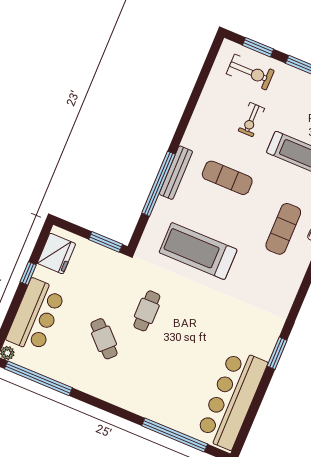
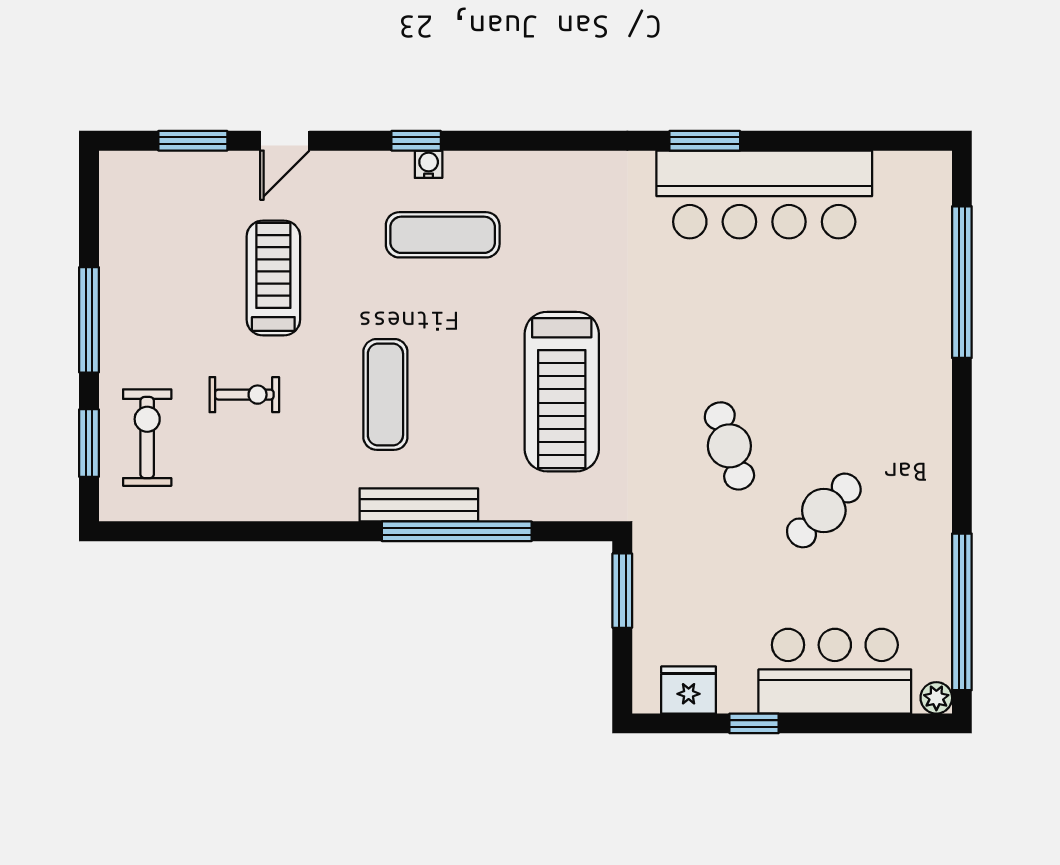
fridge: (56, 253) -> (689, 690), width x0.73, depth x0.75
cafe table: (147, 311) -> (729, 446), turned 72
bar counter: (232, 399) -> (764, 194), moved

